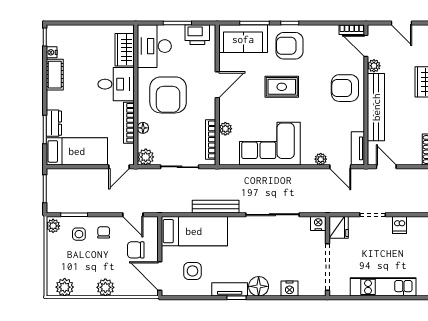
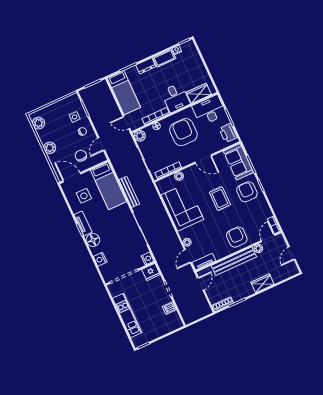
armchair: (168, 95) -> (183, 132), turned 90
dresser: (54, 123) -> (146, 66), moved
plant: (53, 226) -> (72, 99), removed
door: (160, 276) -> (72, 177), hinge flipped

